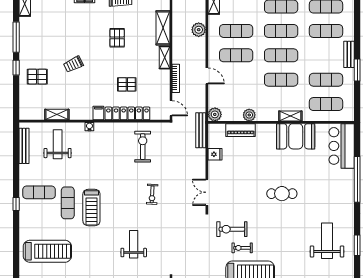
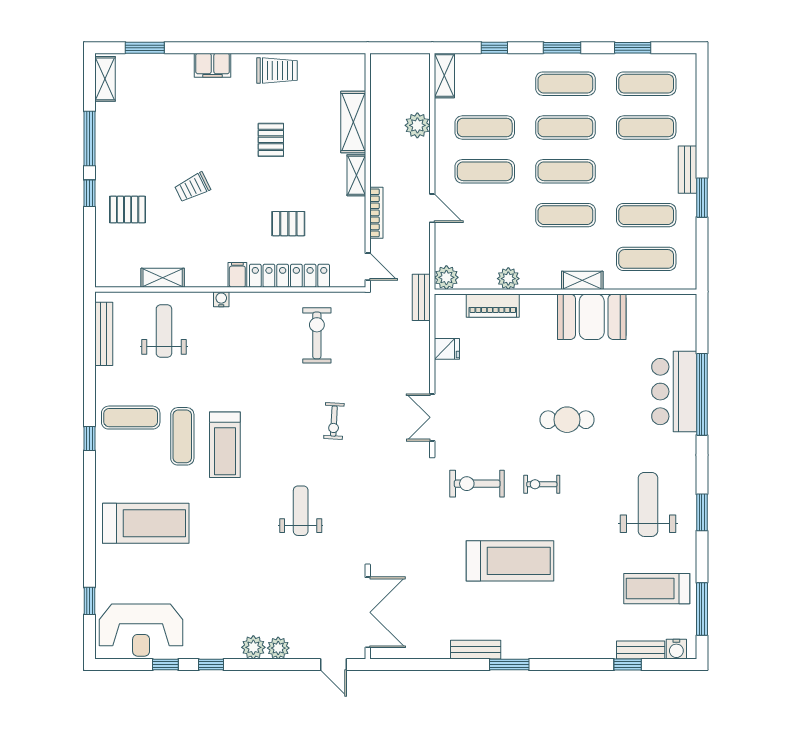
bench: (201, 130) -> (421, 297), width x0.73
bar counter: (342, 146) -> (674, 392), moved
exercise bike: (242, 248) -> (542, 484), moved

